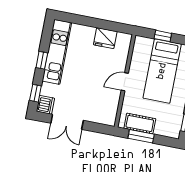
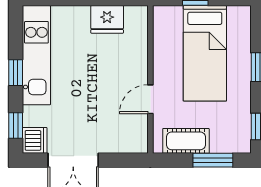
door: (125, 82) -> (150, 99), moved
window: (141, 136) -> (213, 160), moved

